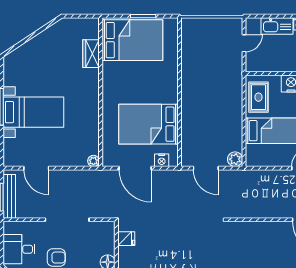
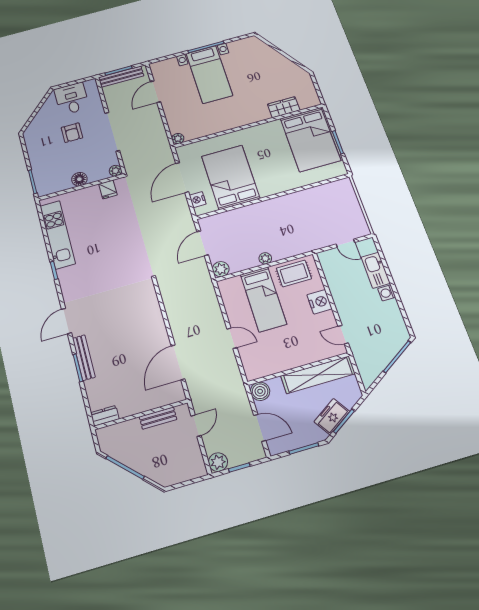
plant: (237, 117) -> (265, 258), added
plant: (109, 227) -> (115, 171), added

